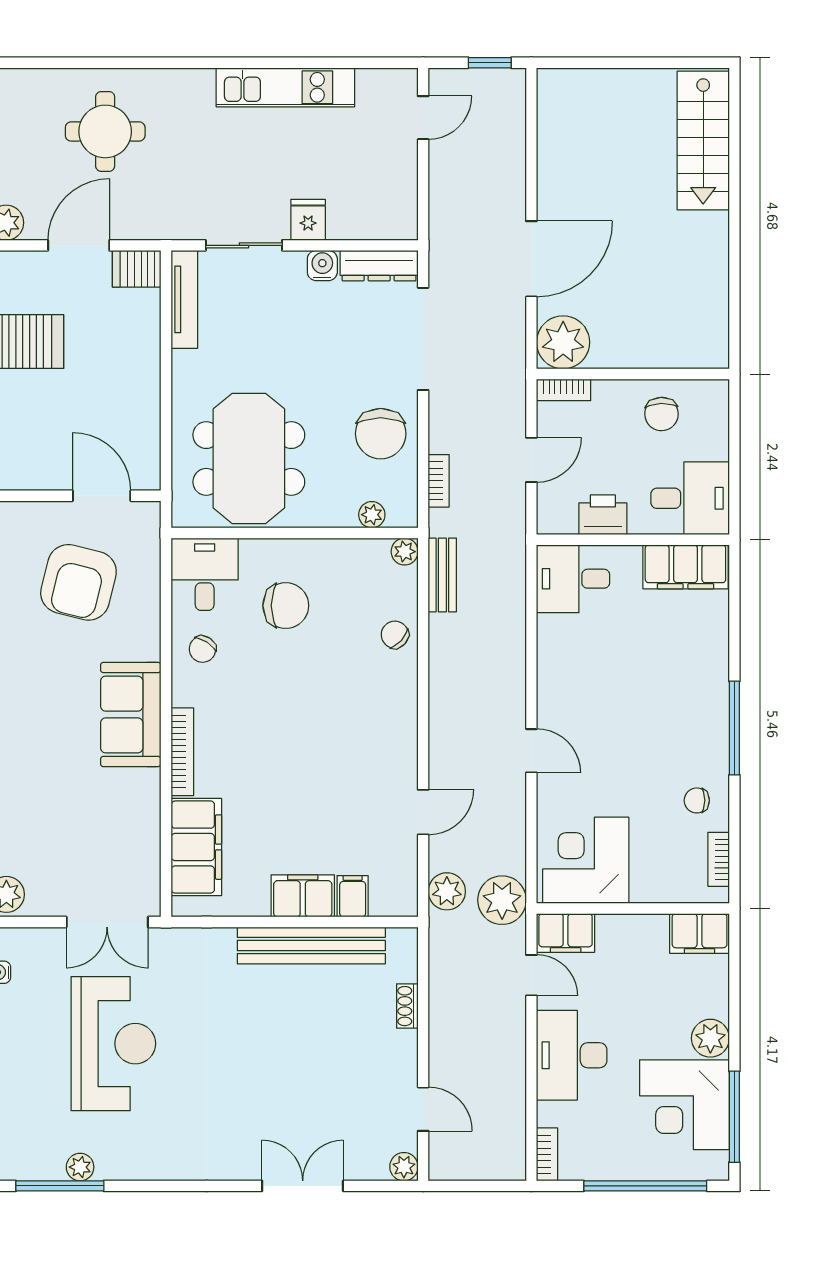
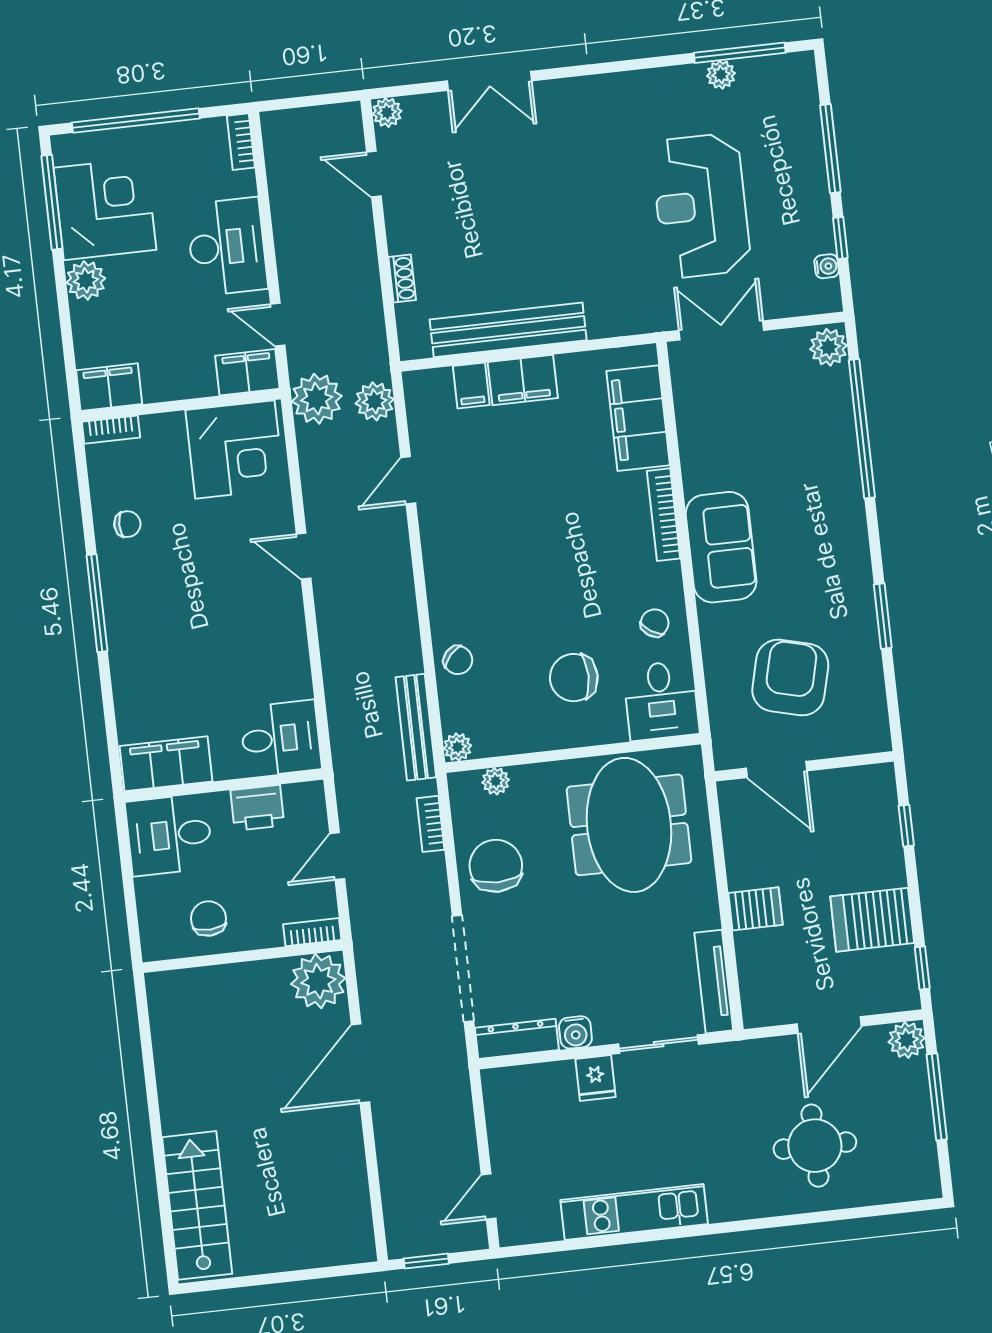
server rack: (137, 269) -> (755, 909), moved
bench: (442, 575) -> (416, 727), width x1.36
bookcase: (719, 859) -> (111, 430), moved, turned 90

